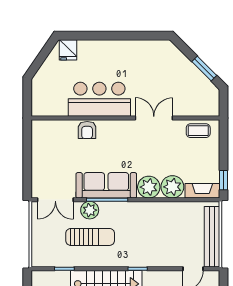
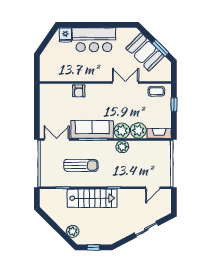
booth: (182, 74) -> (145, 52), added
bar counter: (99, 99) -> (94, 40), moved, turned 180
window: (223, 180) -> (174, 104), moved
double door: (55, 200) -> (57, 139), swing flipped
plant: (90, 210) -> (122, 147), moved
bench: (212, 237) -> (166, 165), removed

